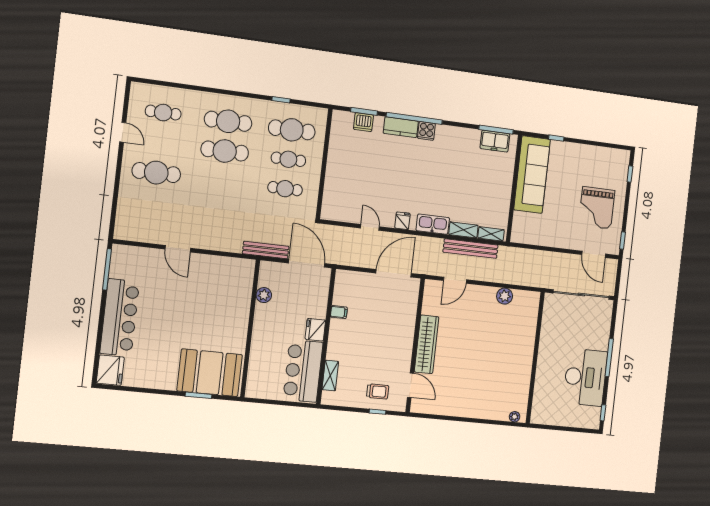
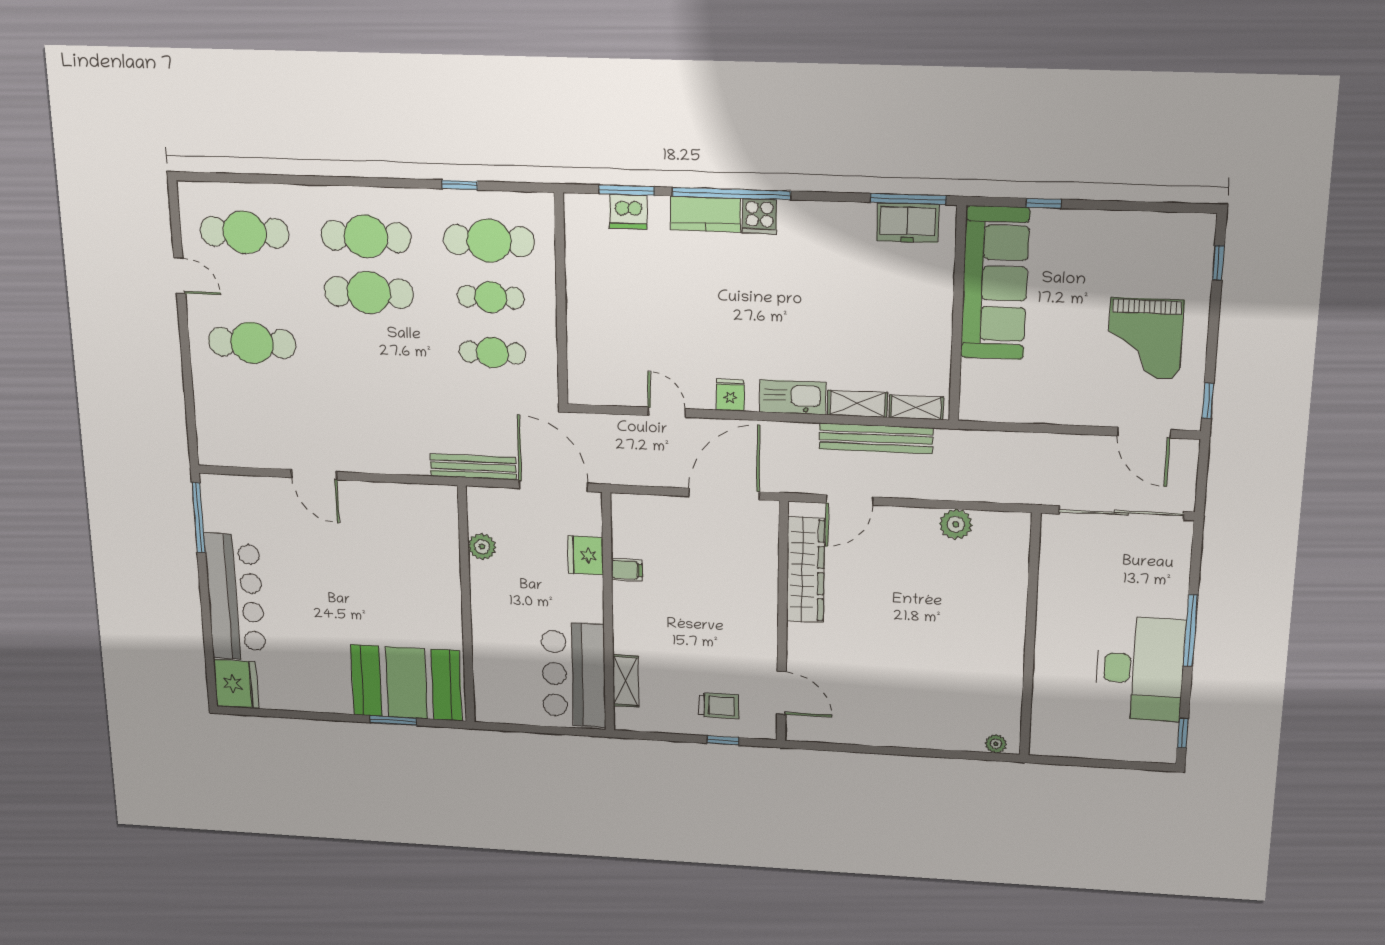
cafe table: (163, 113) -> (244, 232), width x1.37, depth x1.35
fridge: (315, 330) -> (586, 555), moved
wardrobe: (427, 344) -> (805, 570), moved

